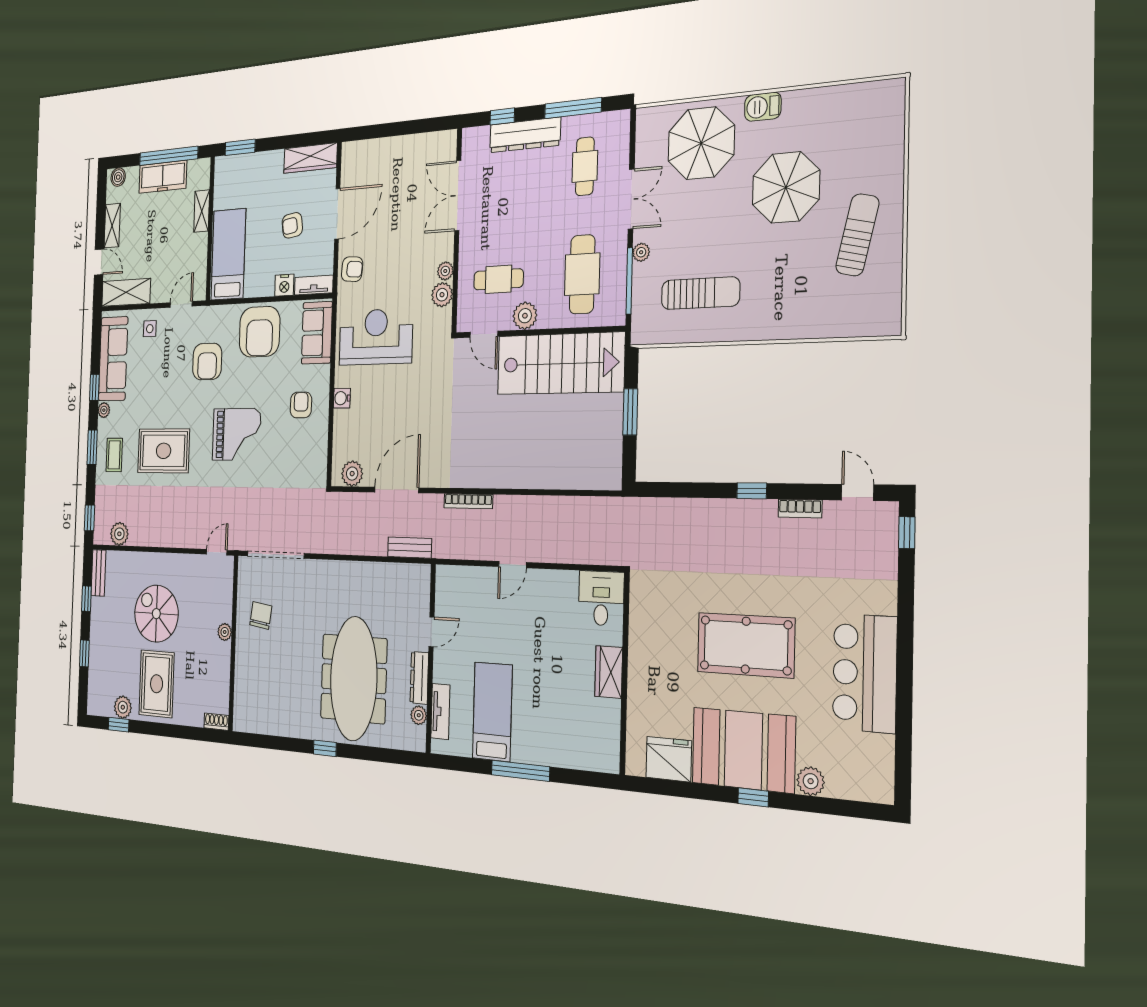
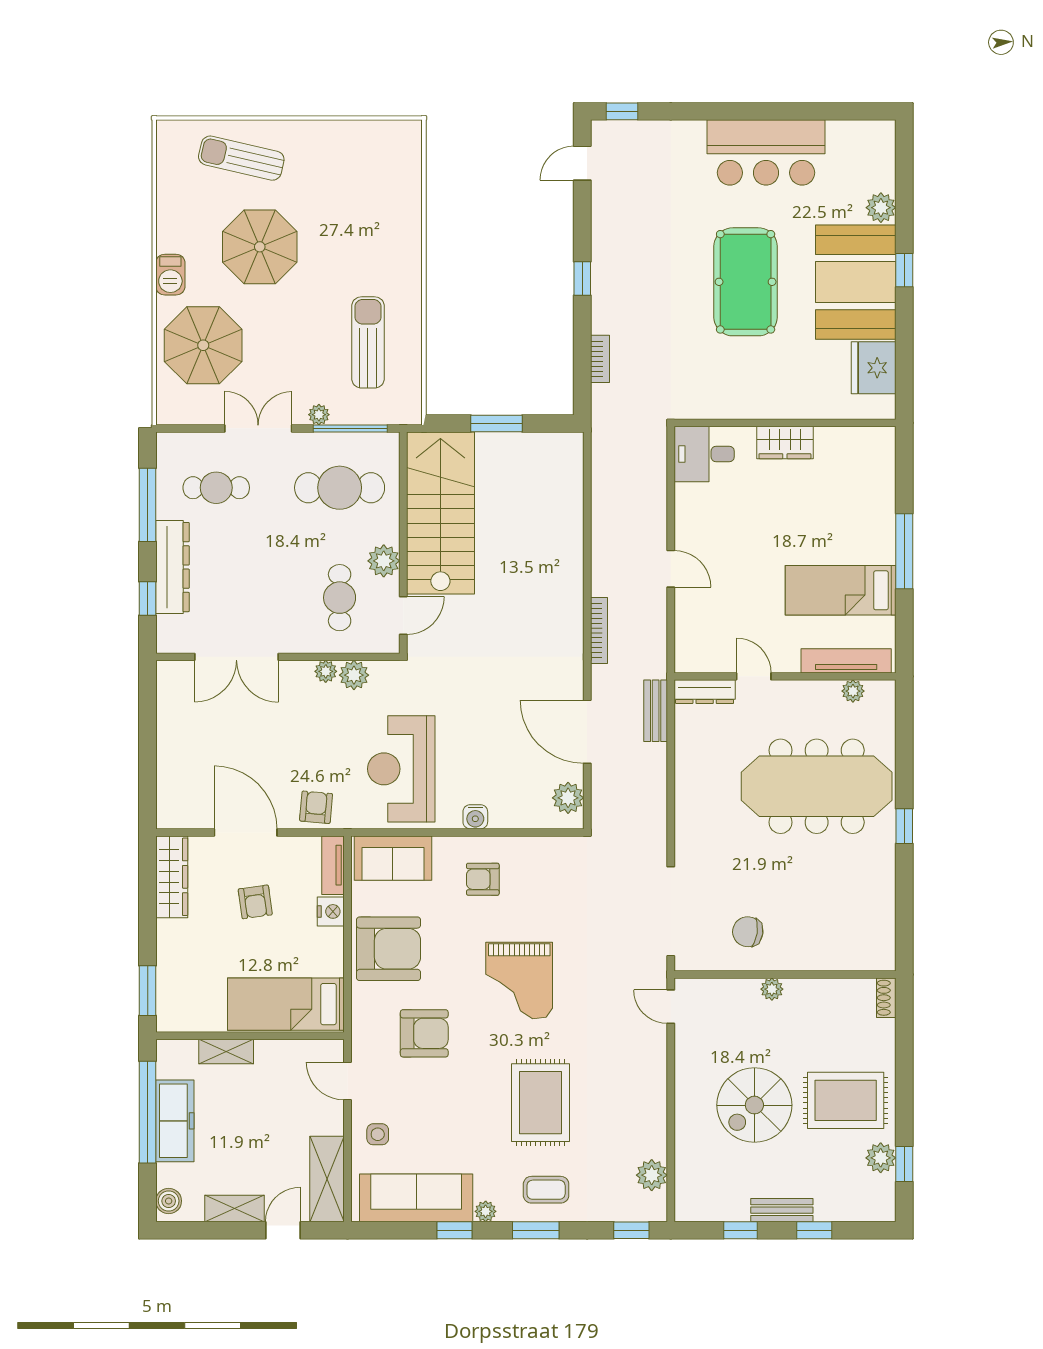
sun lounger: (857, 235) -> (241, 158), moved
grand piano: (237, 434) -> (519, 980), turned 180
bookcase: (800, 509) -> (600, 359), moved
bench: (98, 573) -> (782, 1210), moved
dresser: (419, 678) -> (705, 692), moved
tv unit: (440, 712) -> (846, 661), width x1.41

